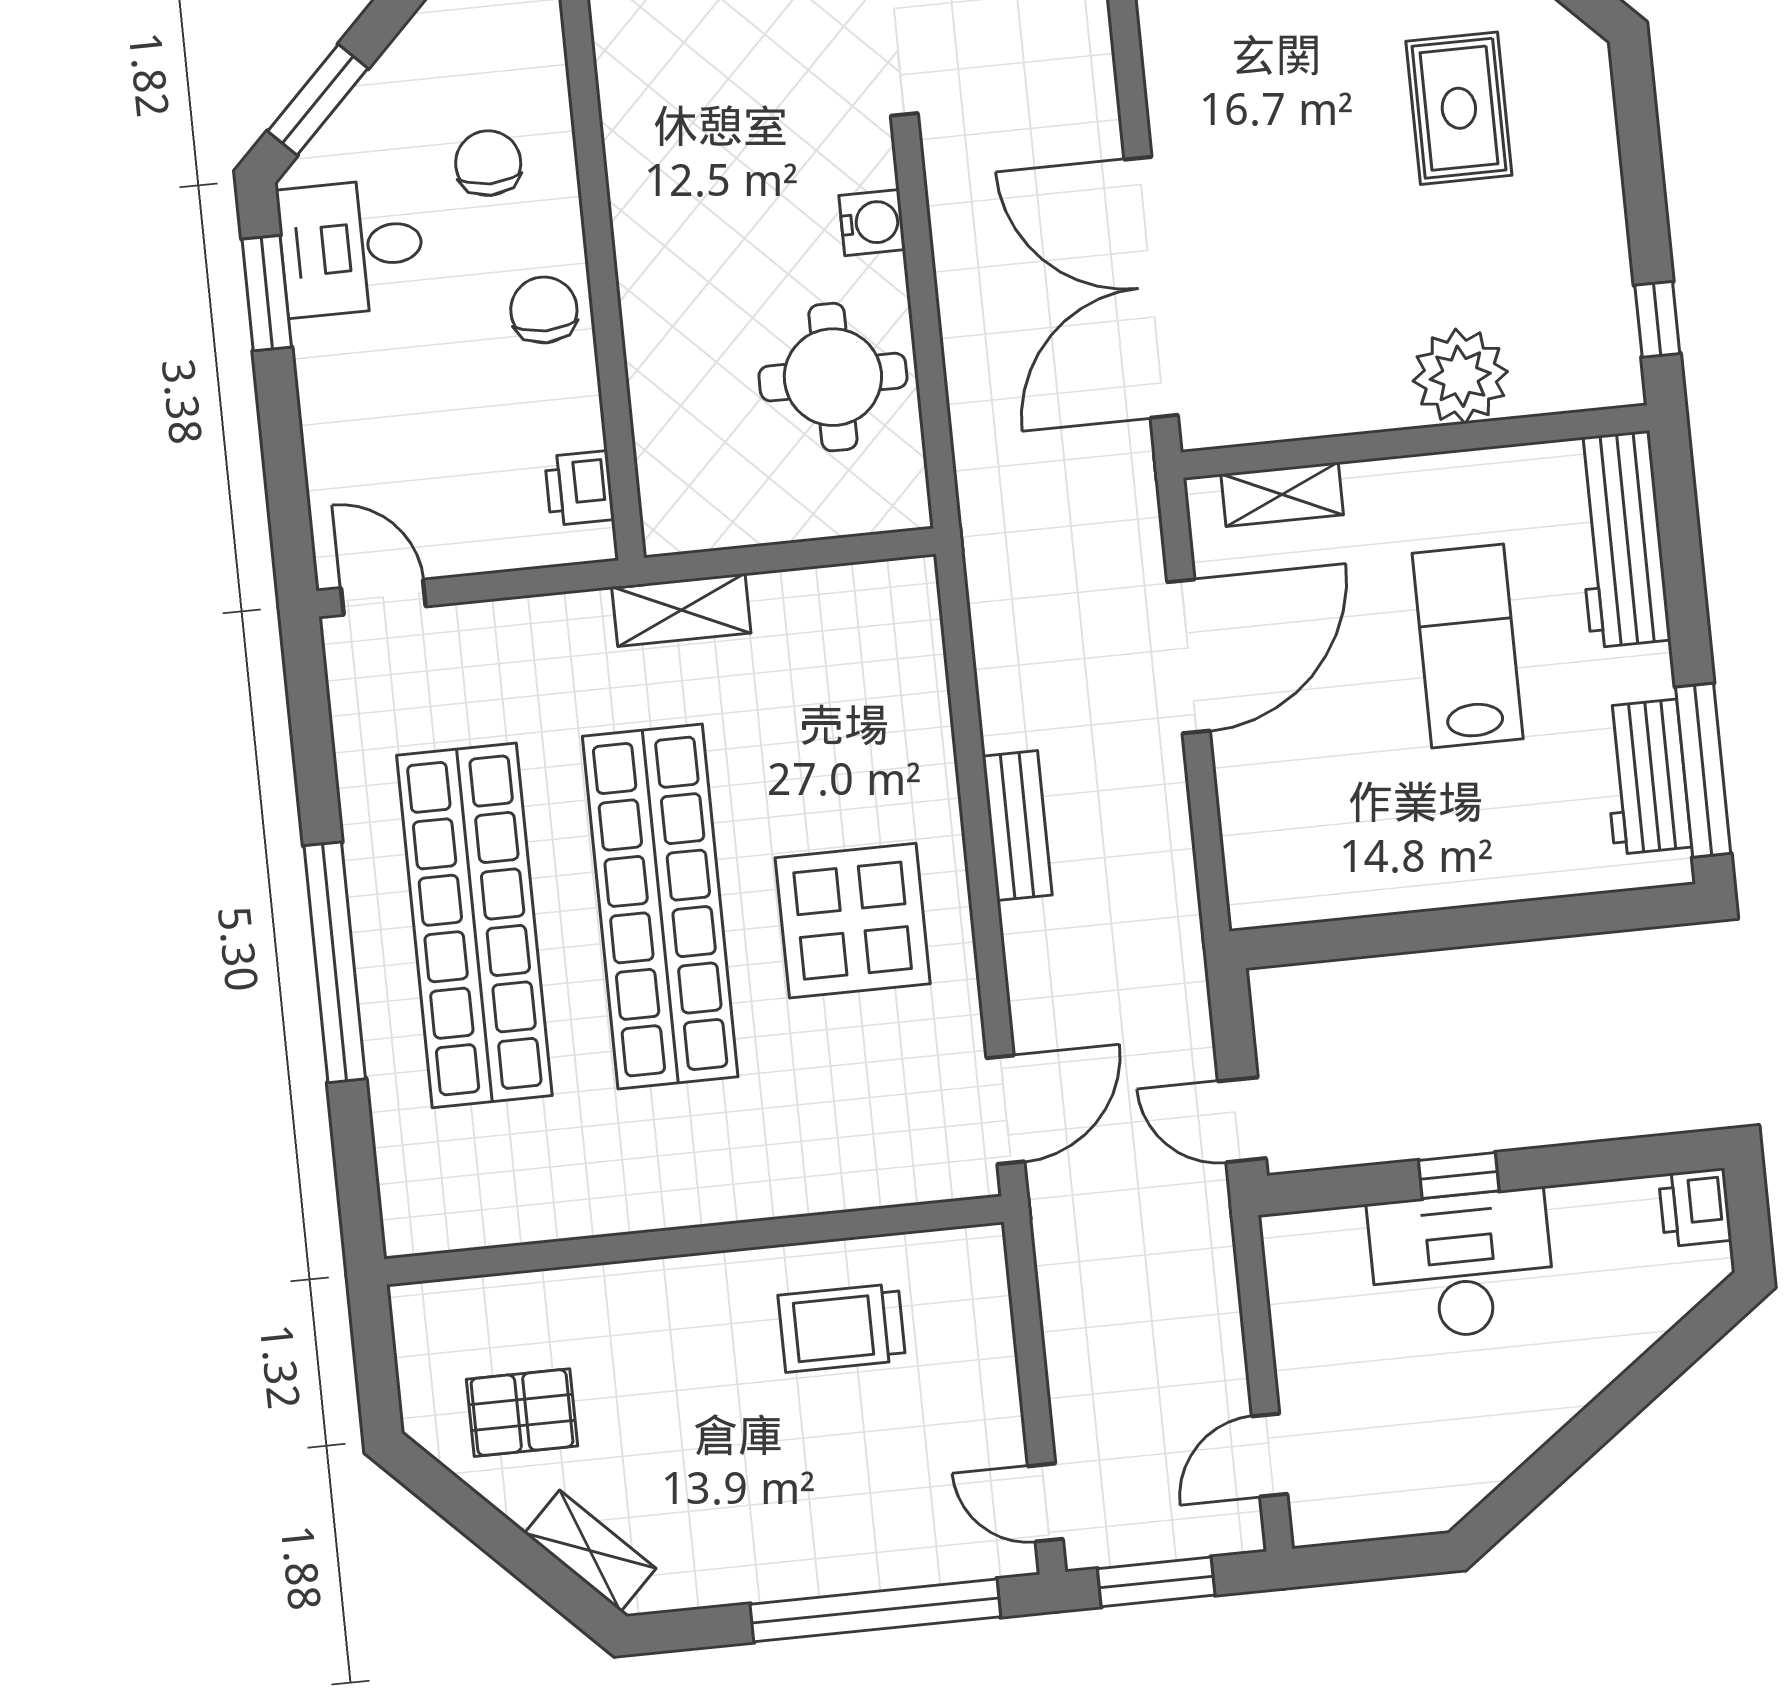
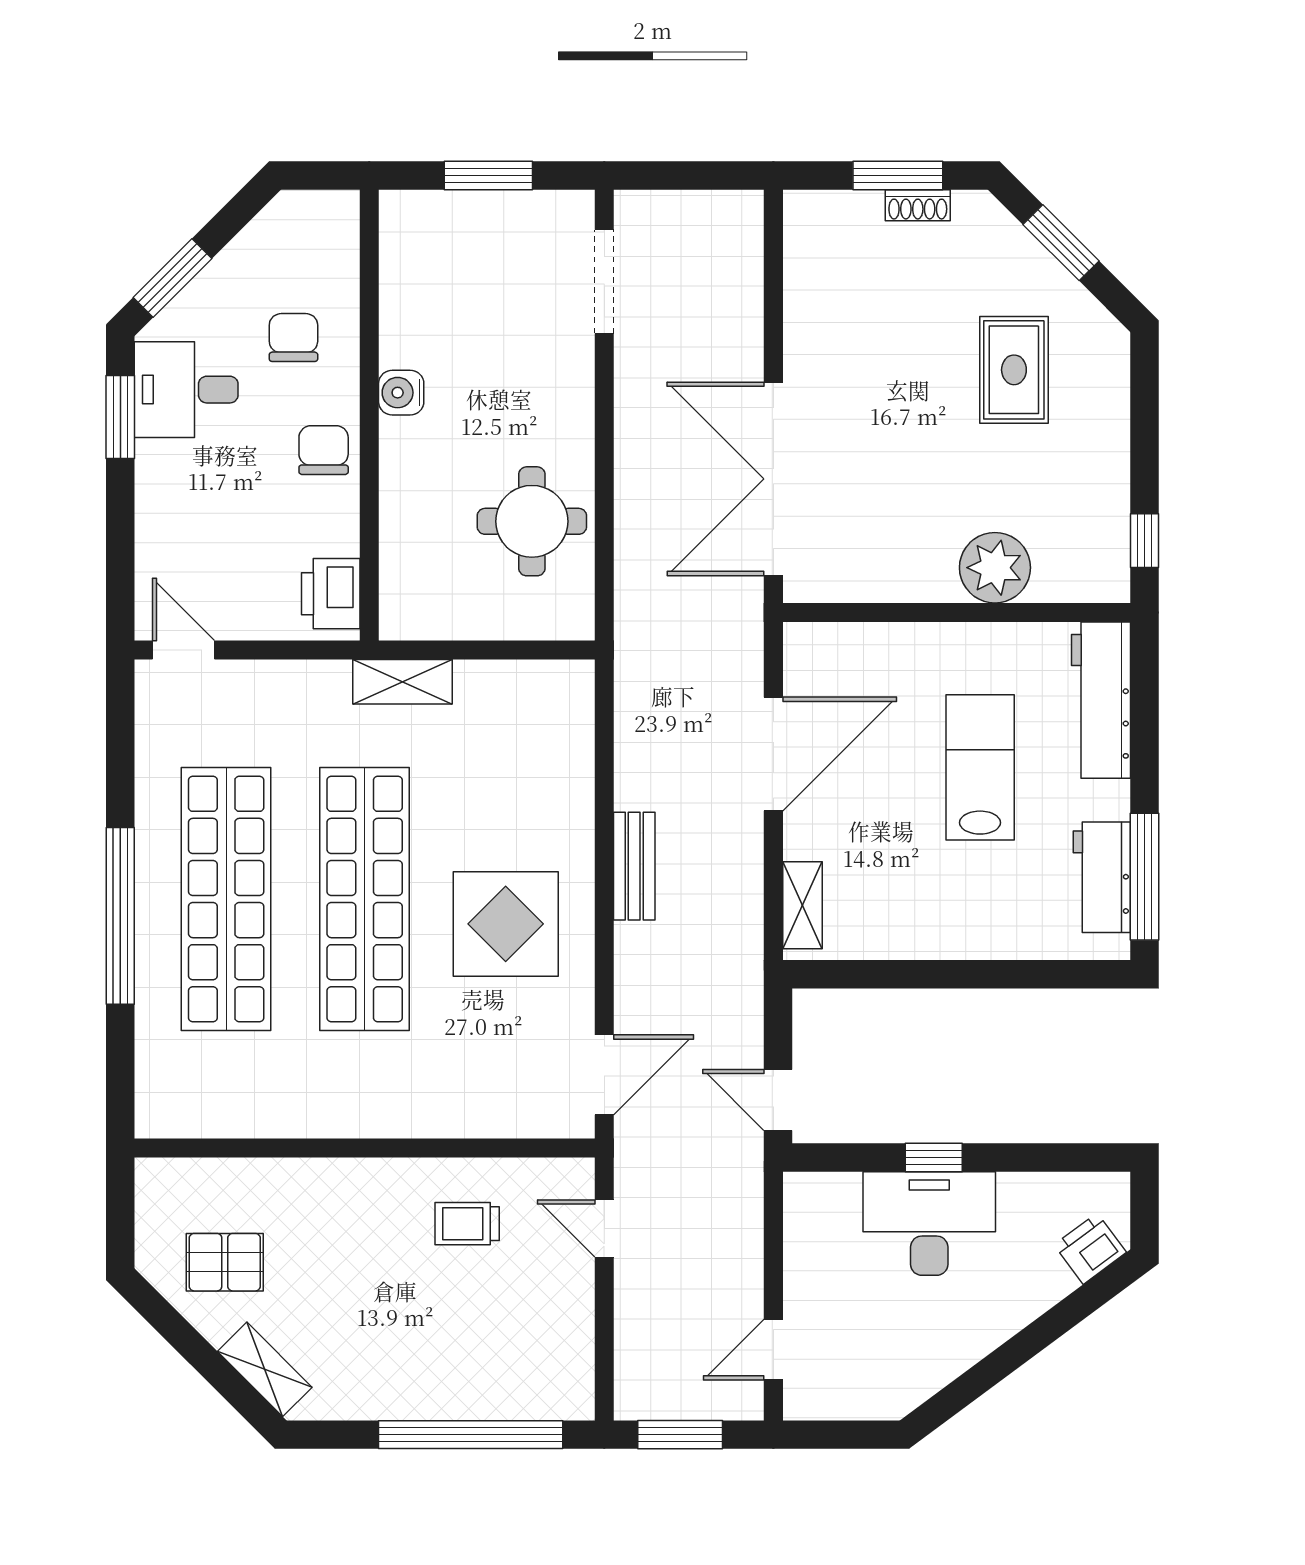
water cooler: (872, 223) -> (401, 393), moved, turned 180
printer: (579, 488) -> (331, 594), width x1.36, depth x1.24
shelving: (1282, 494) -> (802, 905), moved, turned 90
printer: (1695, 1207) -> (1090, 1249), moved, turned 53
trolley: (842, 1328) -> (467, 1224), width x0.73, depth x0.72
door: (1045, 1503) -> (604, 1229), moved

